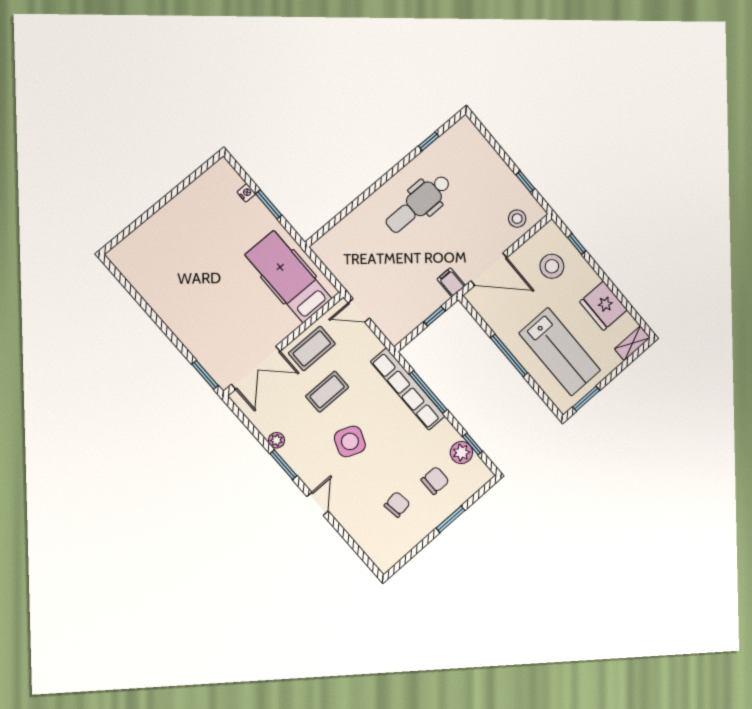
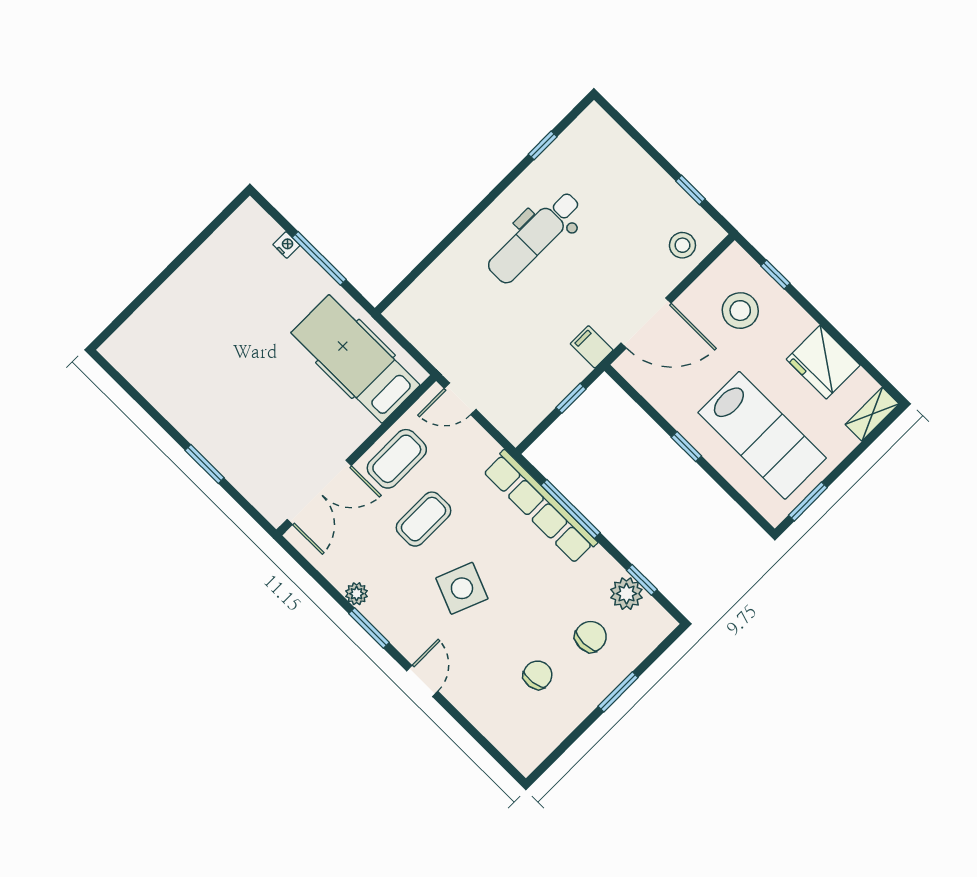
window: (269, 204) -> (319, 258), width x1.44
window: (509, 355) -> (686, 447), width x0.46
window: (205, 375) -> (205, 464), moved

